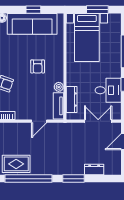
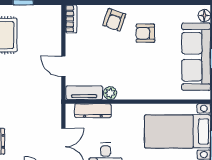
armchair: (38, 66) -> (145, 33), moved

